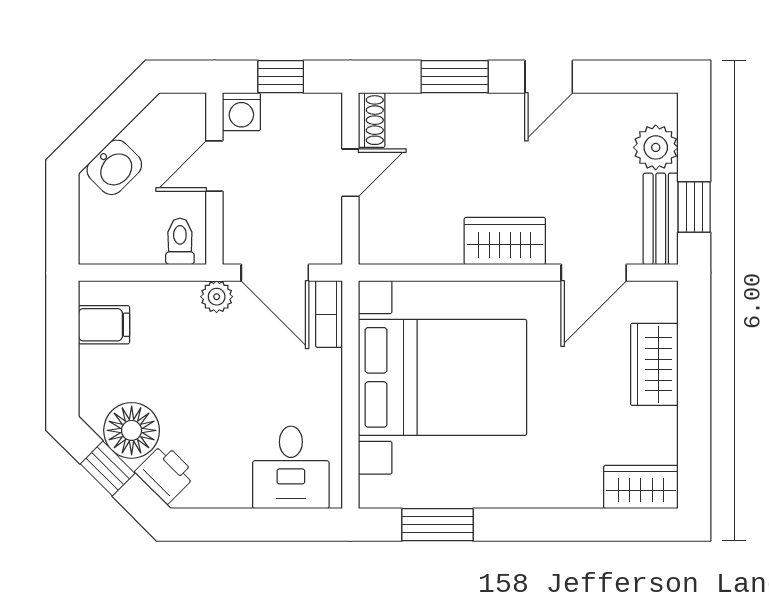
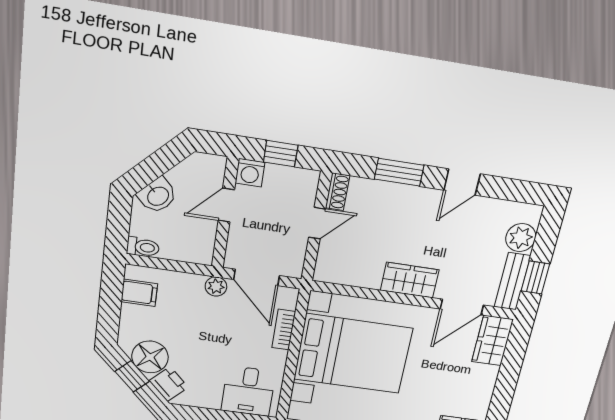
toilet: (180, 241) -> (143, 247), moved, turned 90
bookcase: (329, 314) -> (284, 330), moved
wardrobe: (654, 364) -> (492, 341), moved

